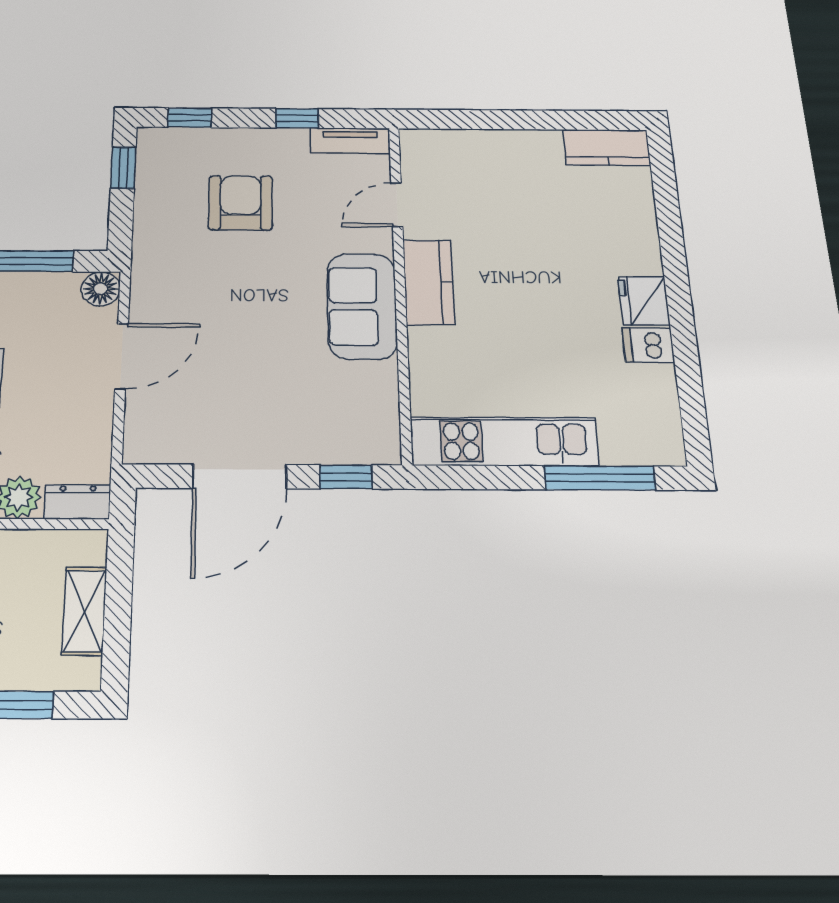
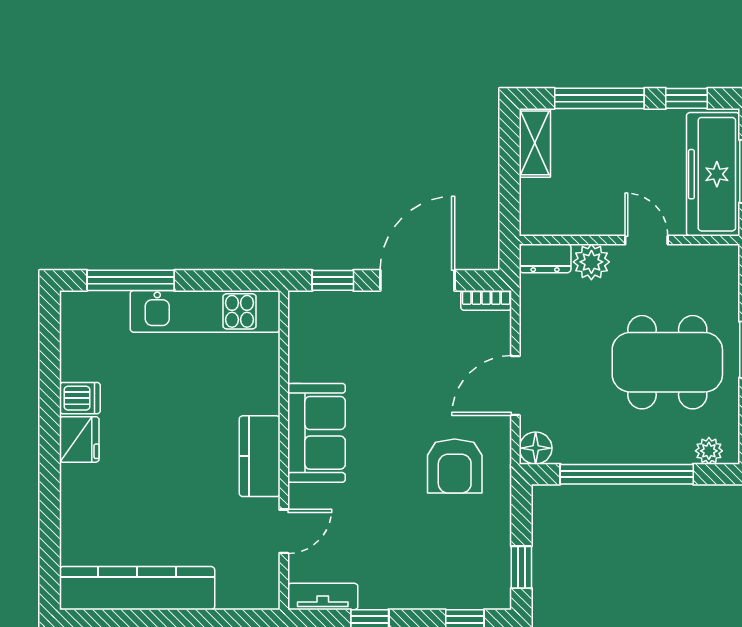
kitchen counter: (607, 148) -> (137, 588), width x2.08, depth x1.17
armchair: (241, 203) -> (455, 466), moved
bookcase: (154, 453) -> (486, 300), added
shelving: (84, 611) -> (535, 143), moved

